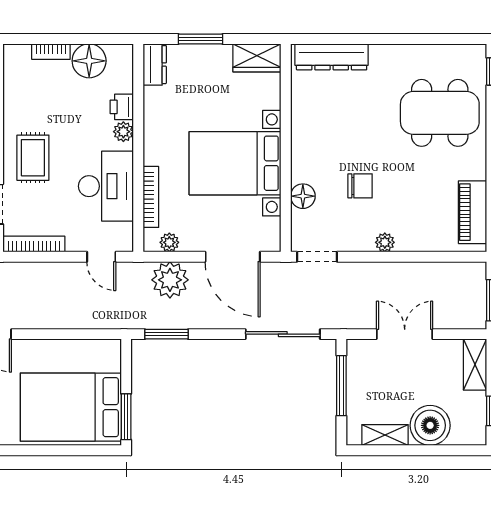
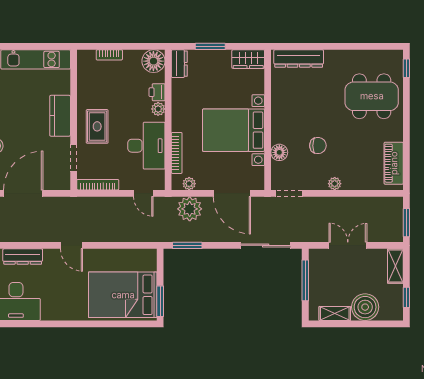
floor lamp: (89, 61) -> (153, 61), moved

